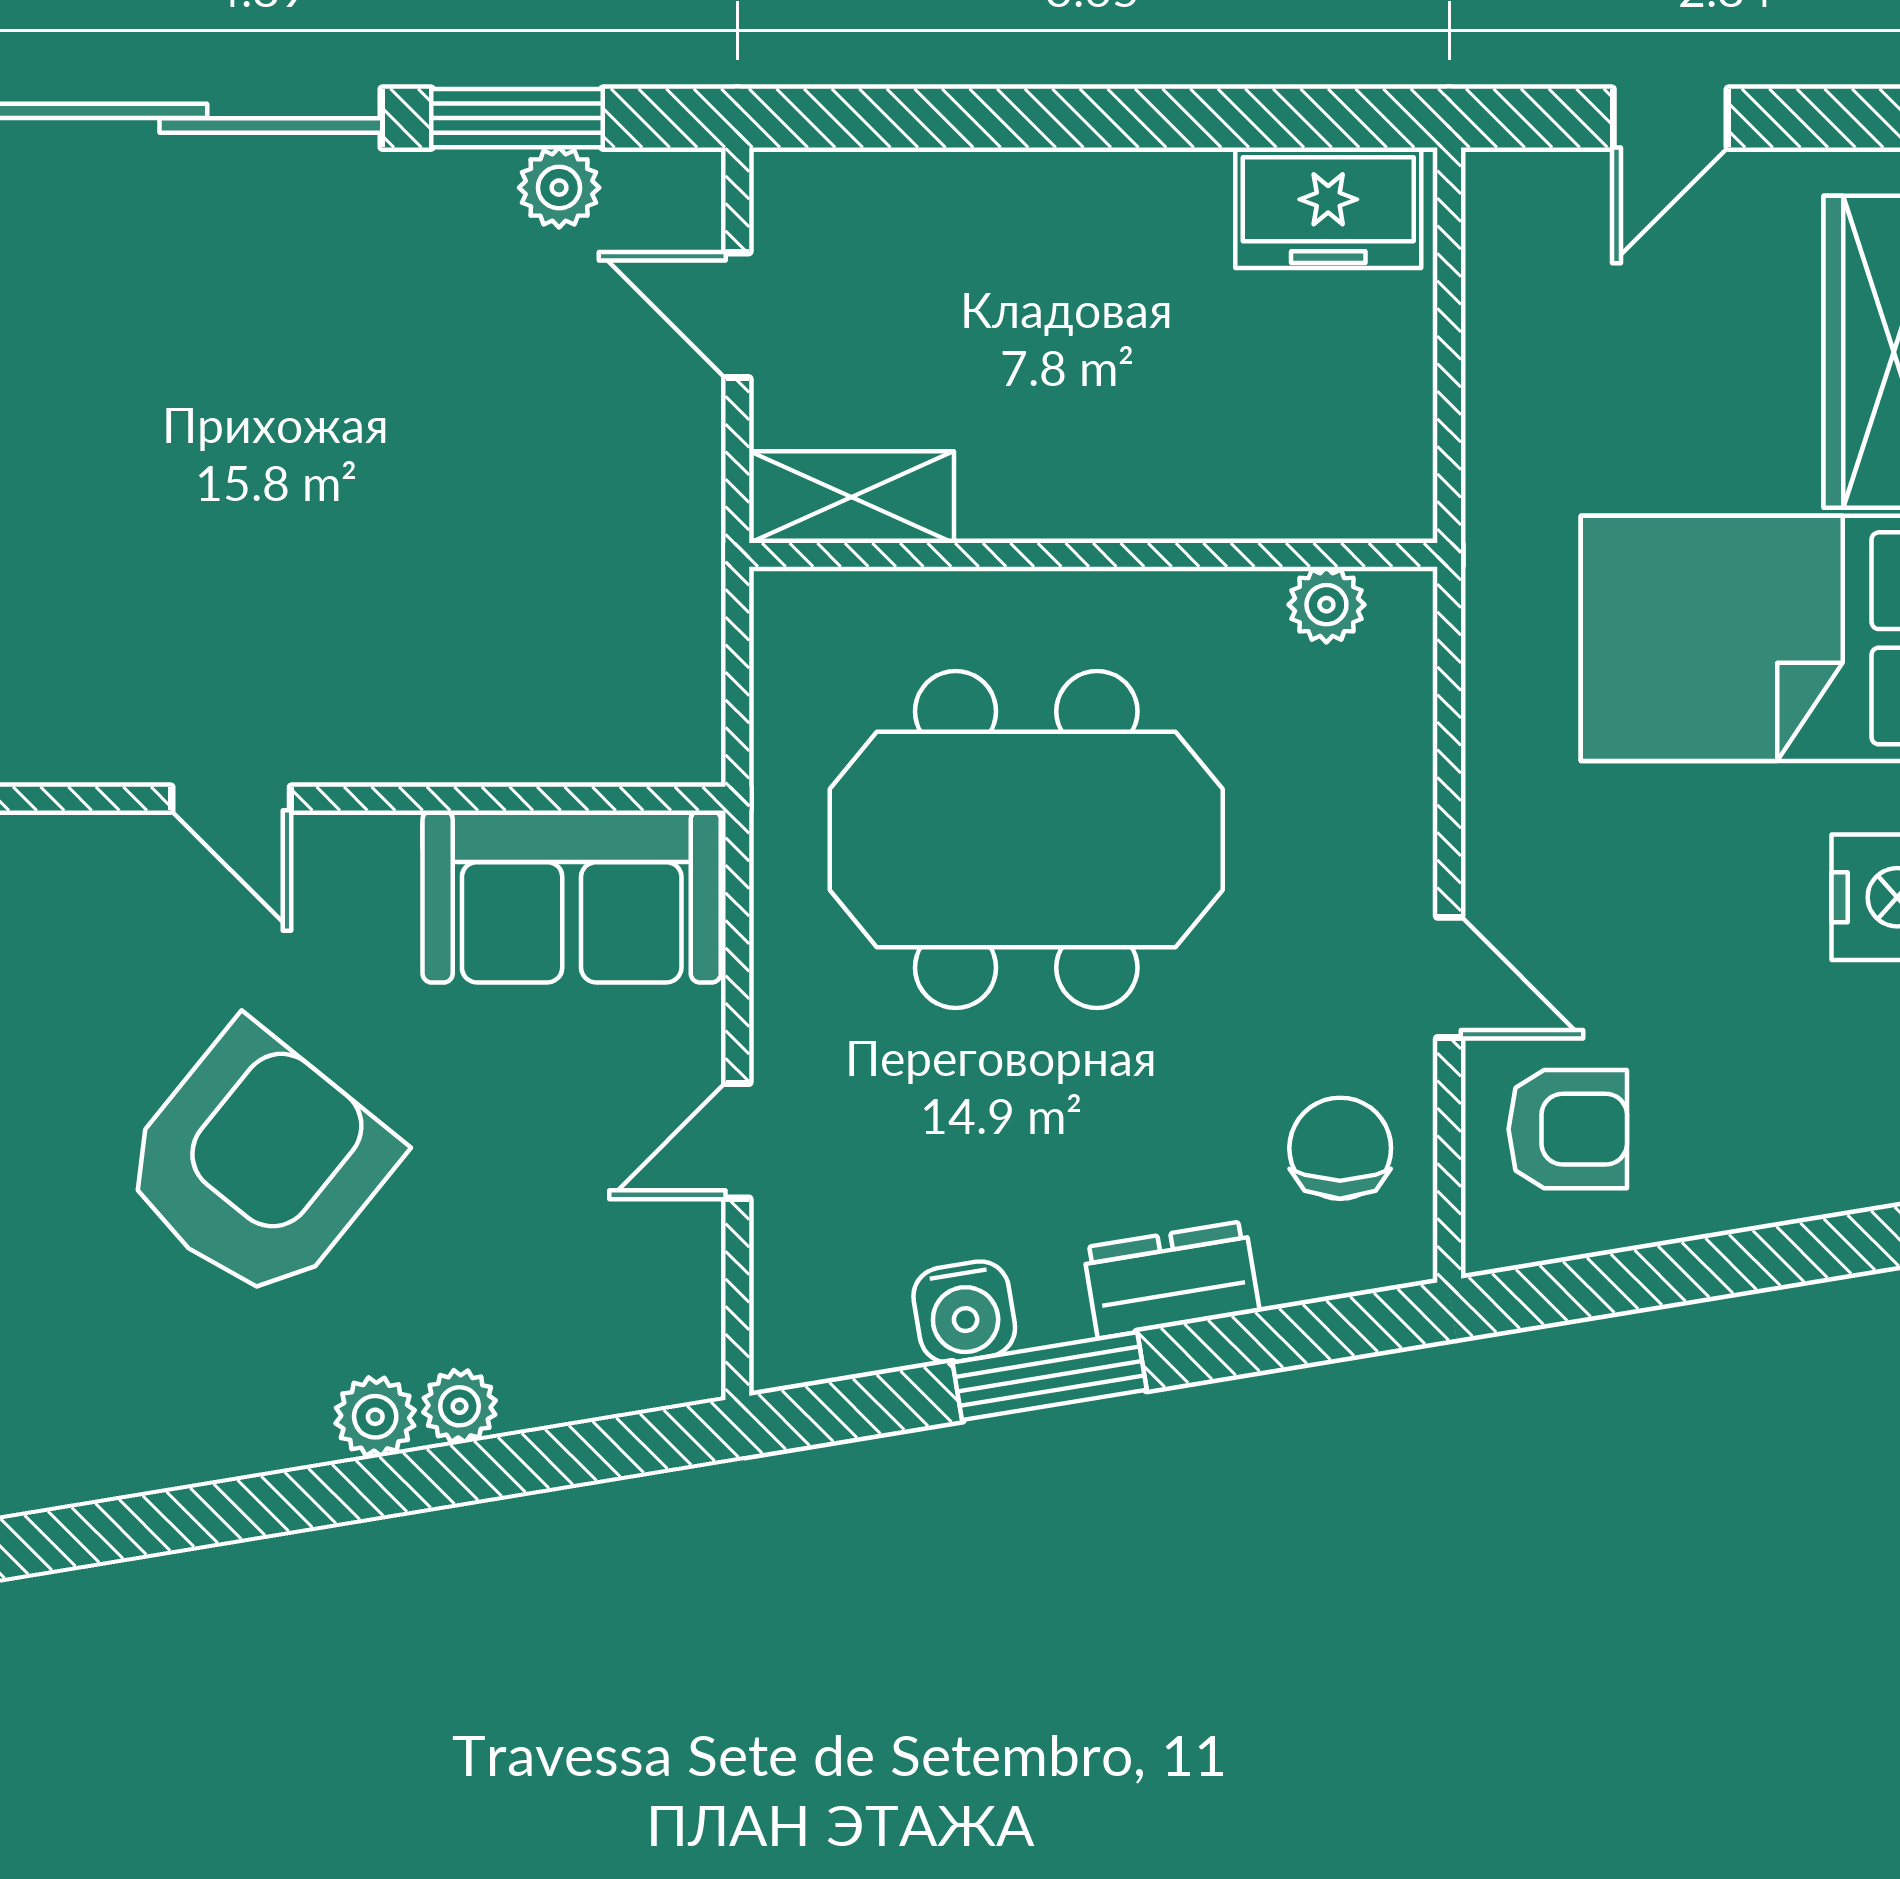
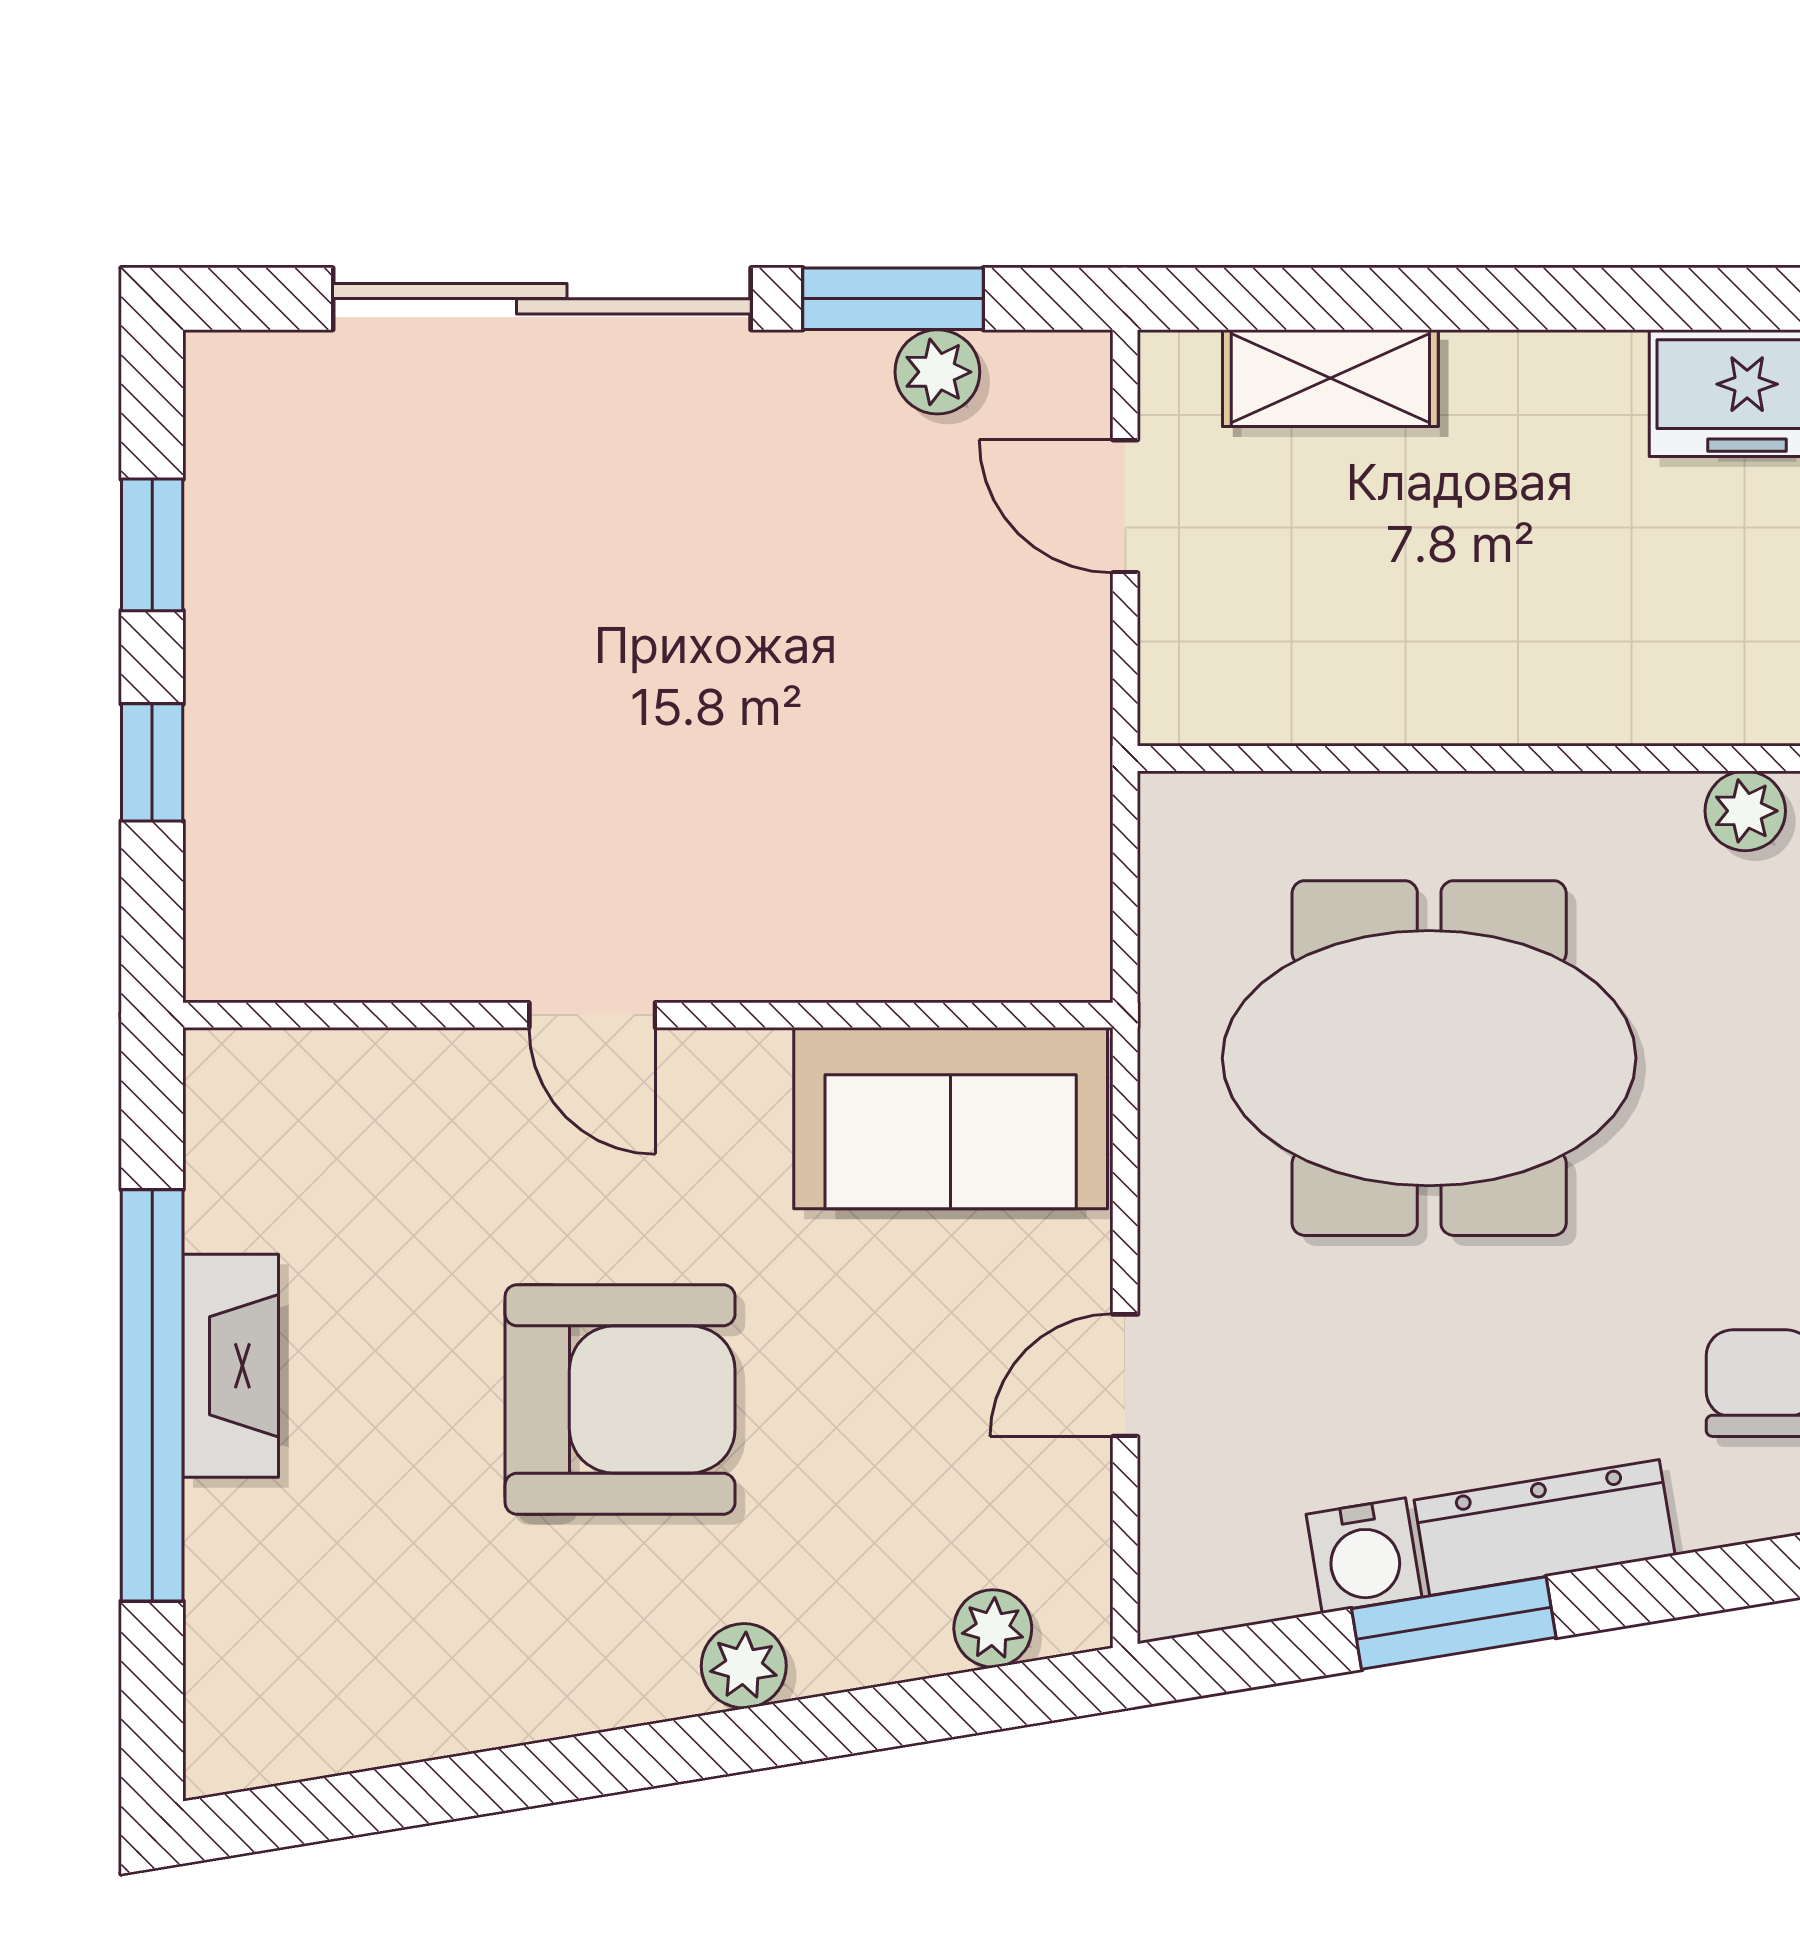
shelving: (852, 497) -> (1330, 378), moved
armchair: (258, 1164) -> (620, 1399), turned 51
dresser: (1171, 1280) -> (1545, 1528), width x1.44
plant: (460, 1406) -> (993, 1628), moved

